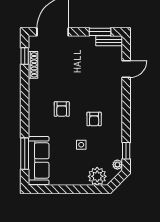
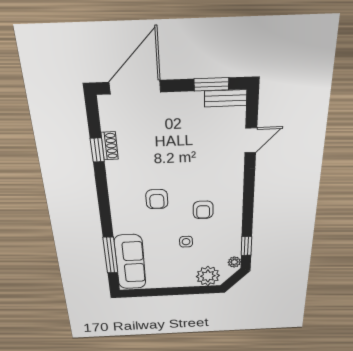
window: (25, 56) -> (97, 150), moved
shoe rack: (33, 65) -> (110, 146), width x0.70

